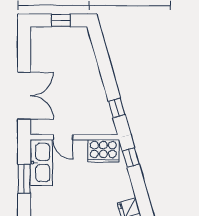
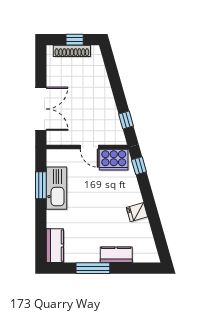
shoe rack: (58, 33) -> (72, 51), added
door: (63, 137) -> (89, 147), moved
kitchen sink: (41, 162) -> (57, 188), moved

